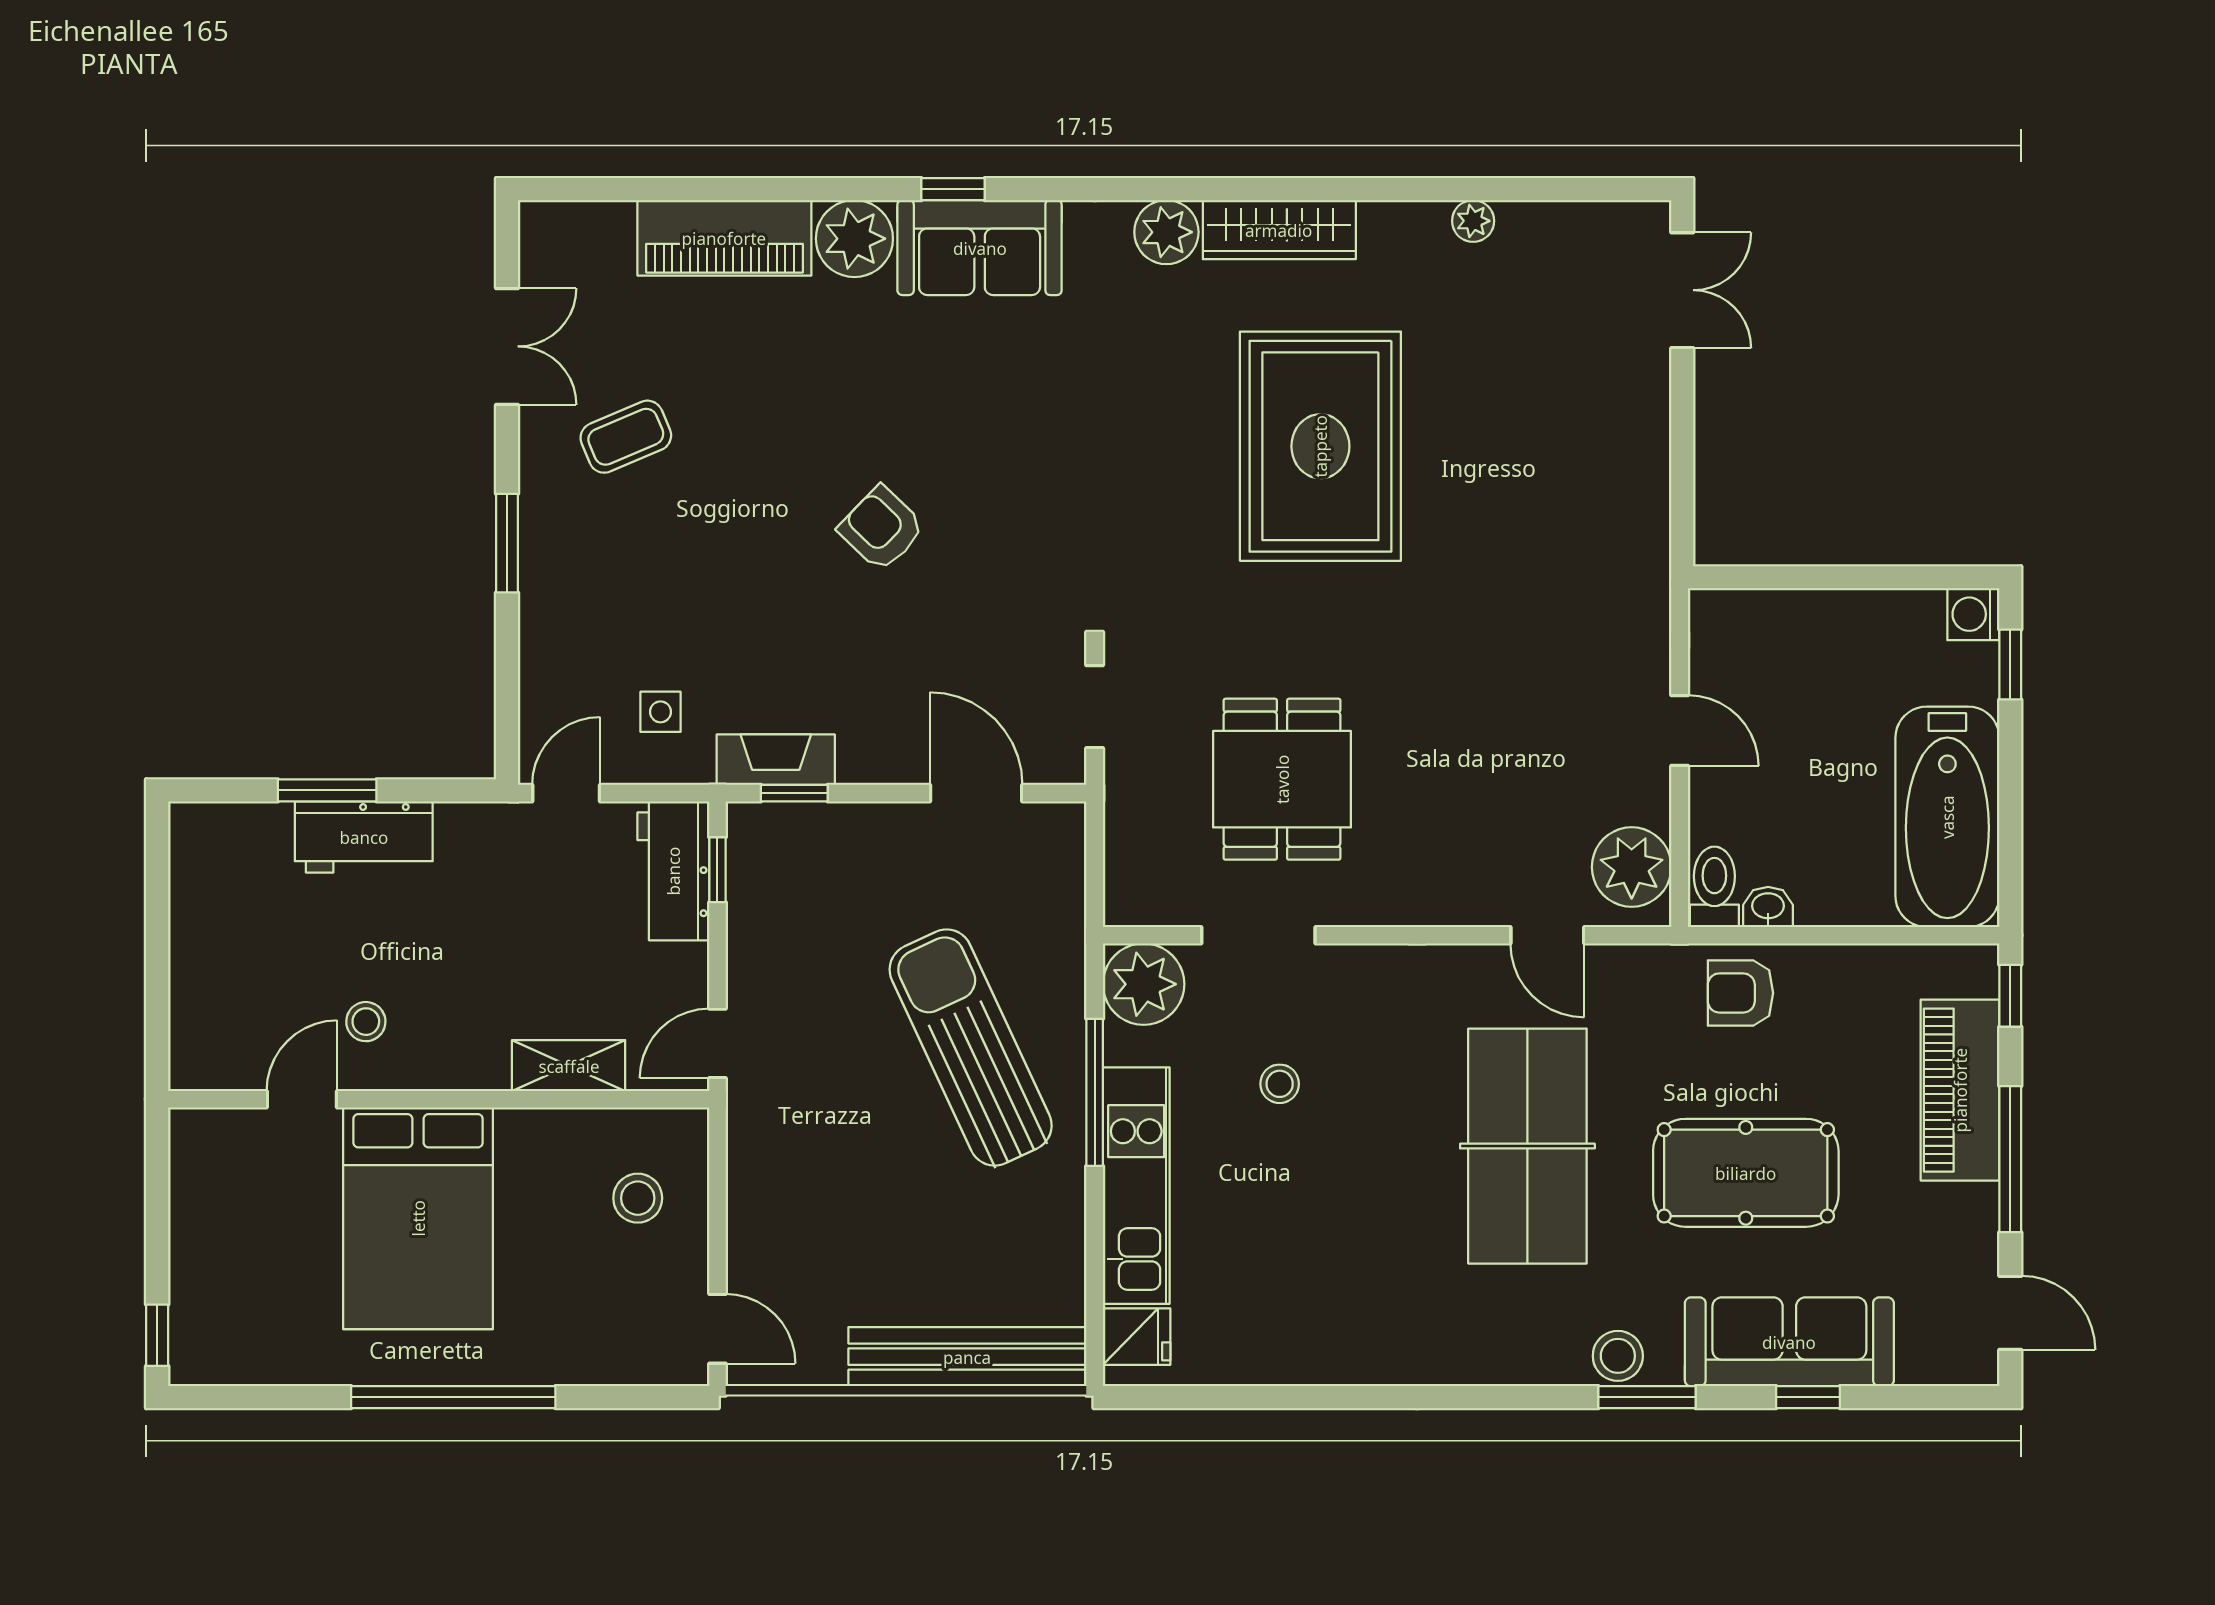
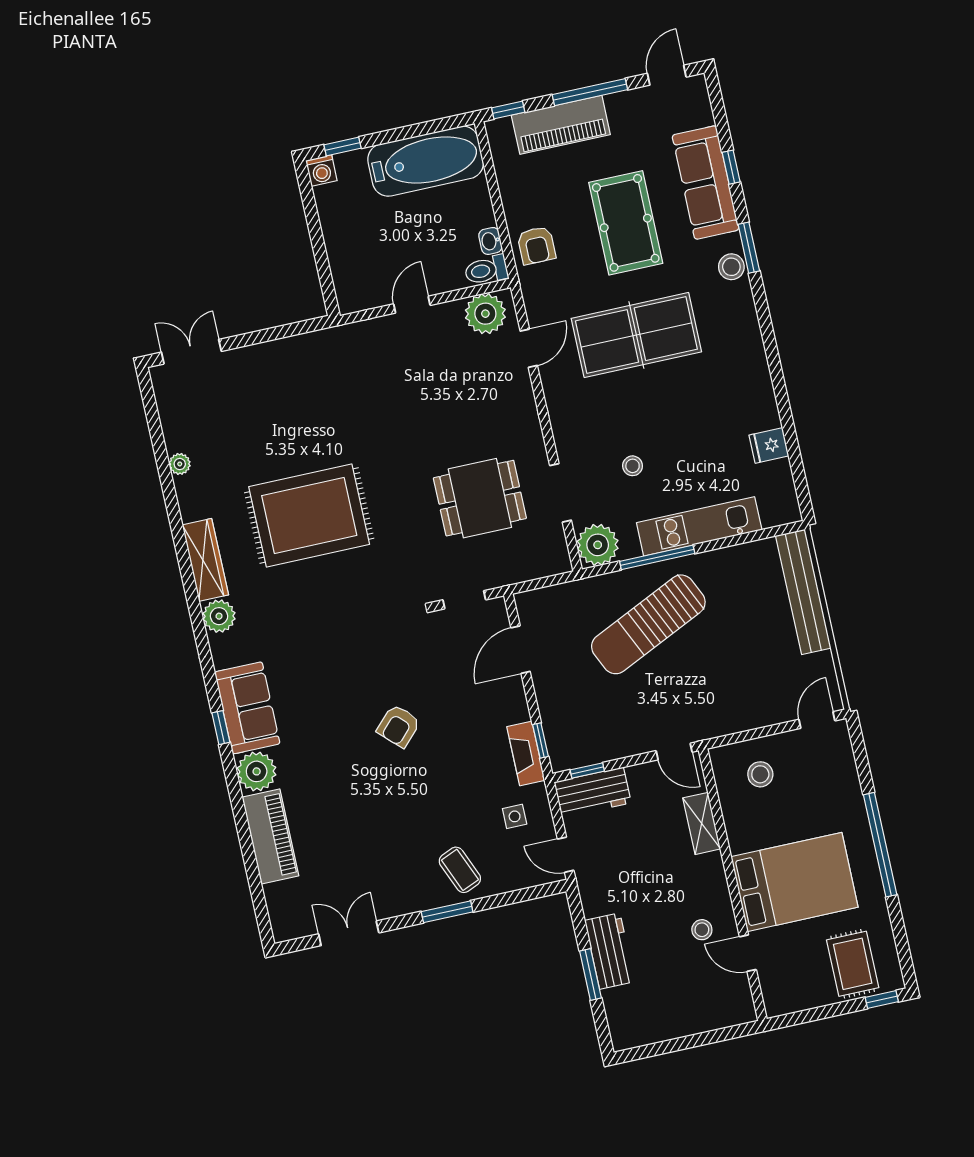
coffee table: (626, 437) -> (460, 870), moved
rug: (238, 1295) -> (853, 964), added
fridge: (1137, 1337) -> (769, 445), moved, turned -90

